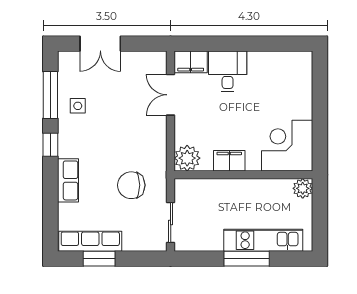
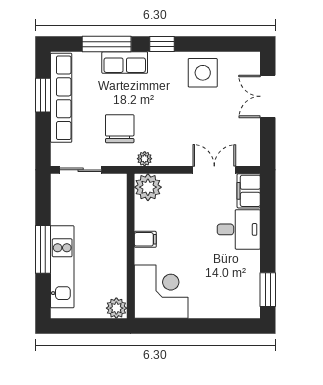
window: (285, 44) -> (268, 290), added
window: (50, 95) -> (107, 44), moved
side table: (78, 106) -> (203, 73), width x1.87, depth x1.87
plant: (160, 161) -> (145, 159), added
filing cabinet: (229, 161) -> (145, 239), width x0.50
row of seats: (90, 241) -> (61, 98), width x1.36

